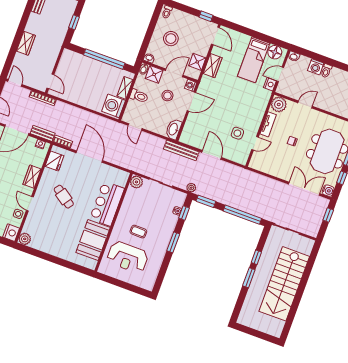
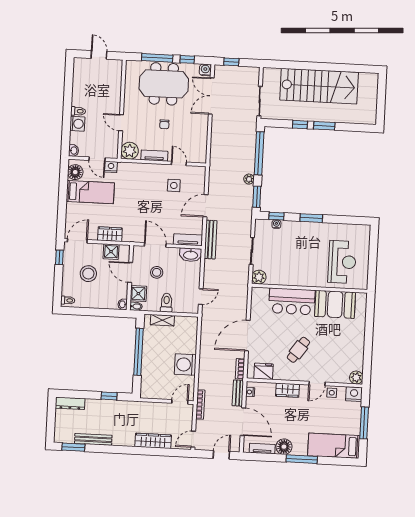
stool: (171, 39) -> (88, 274), moved
wardrobe: (26, 43) -> (153, 441), width x1.50
washing machine: (191, 85) -> (138, 251), removed
washing machine: (114, 106) -> (185, 365), moved, turned 90
tv unit: (187, 131) -> (188, 240), added
plant: (191, 188) -> (249, 179), moved
coffee table: (138, 232) -> (311, 259), removed

